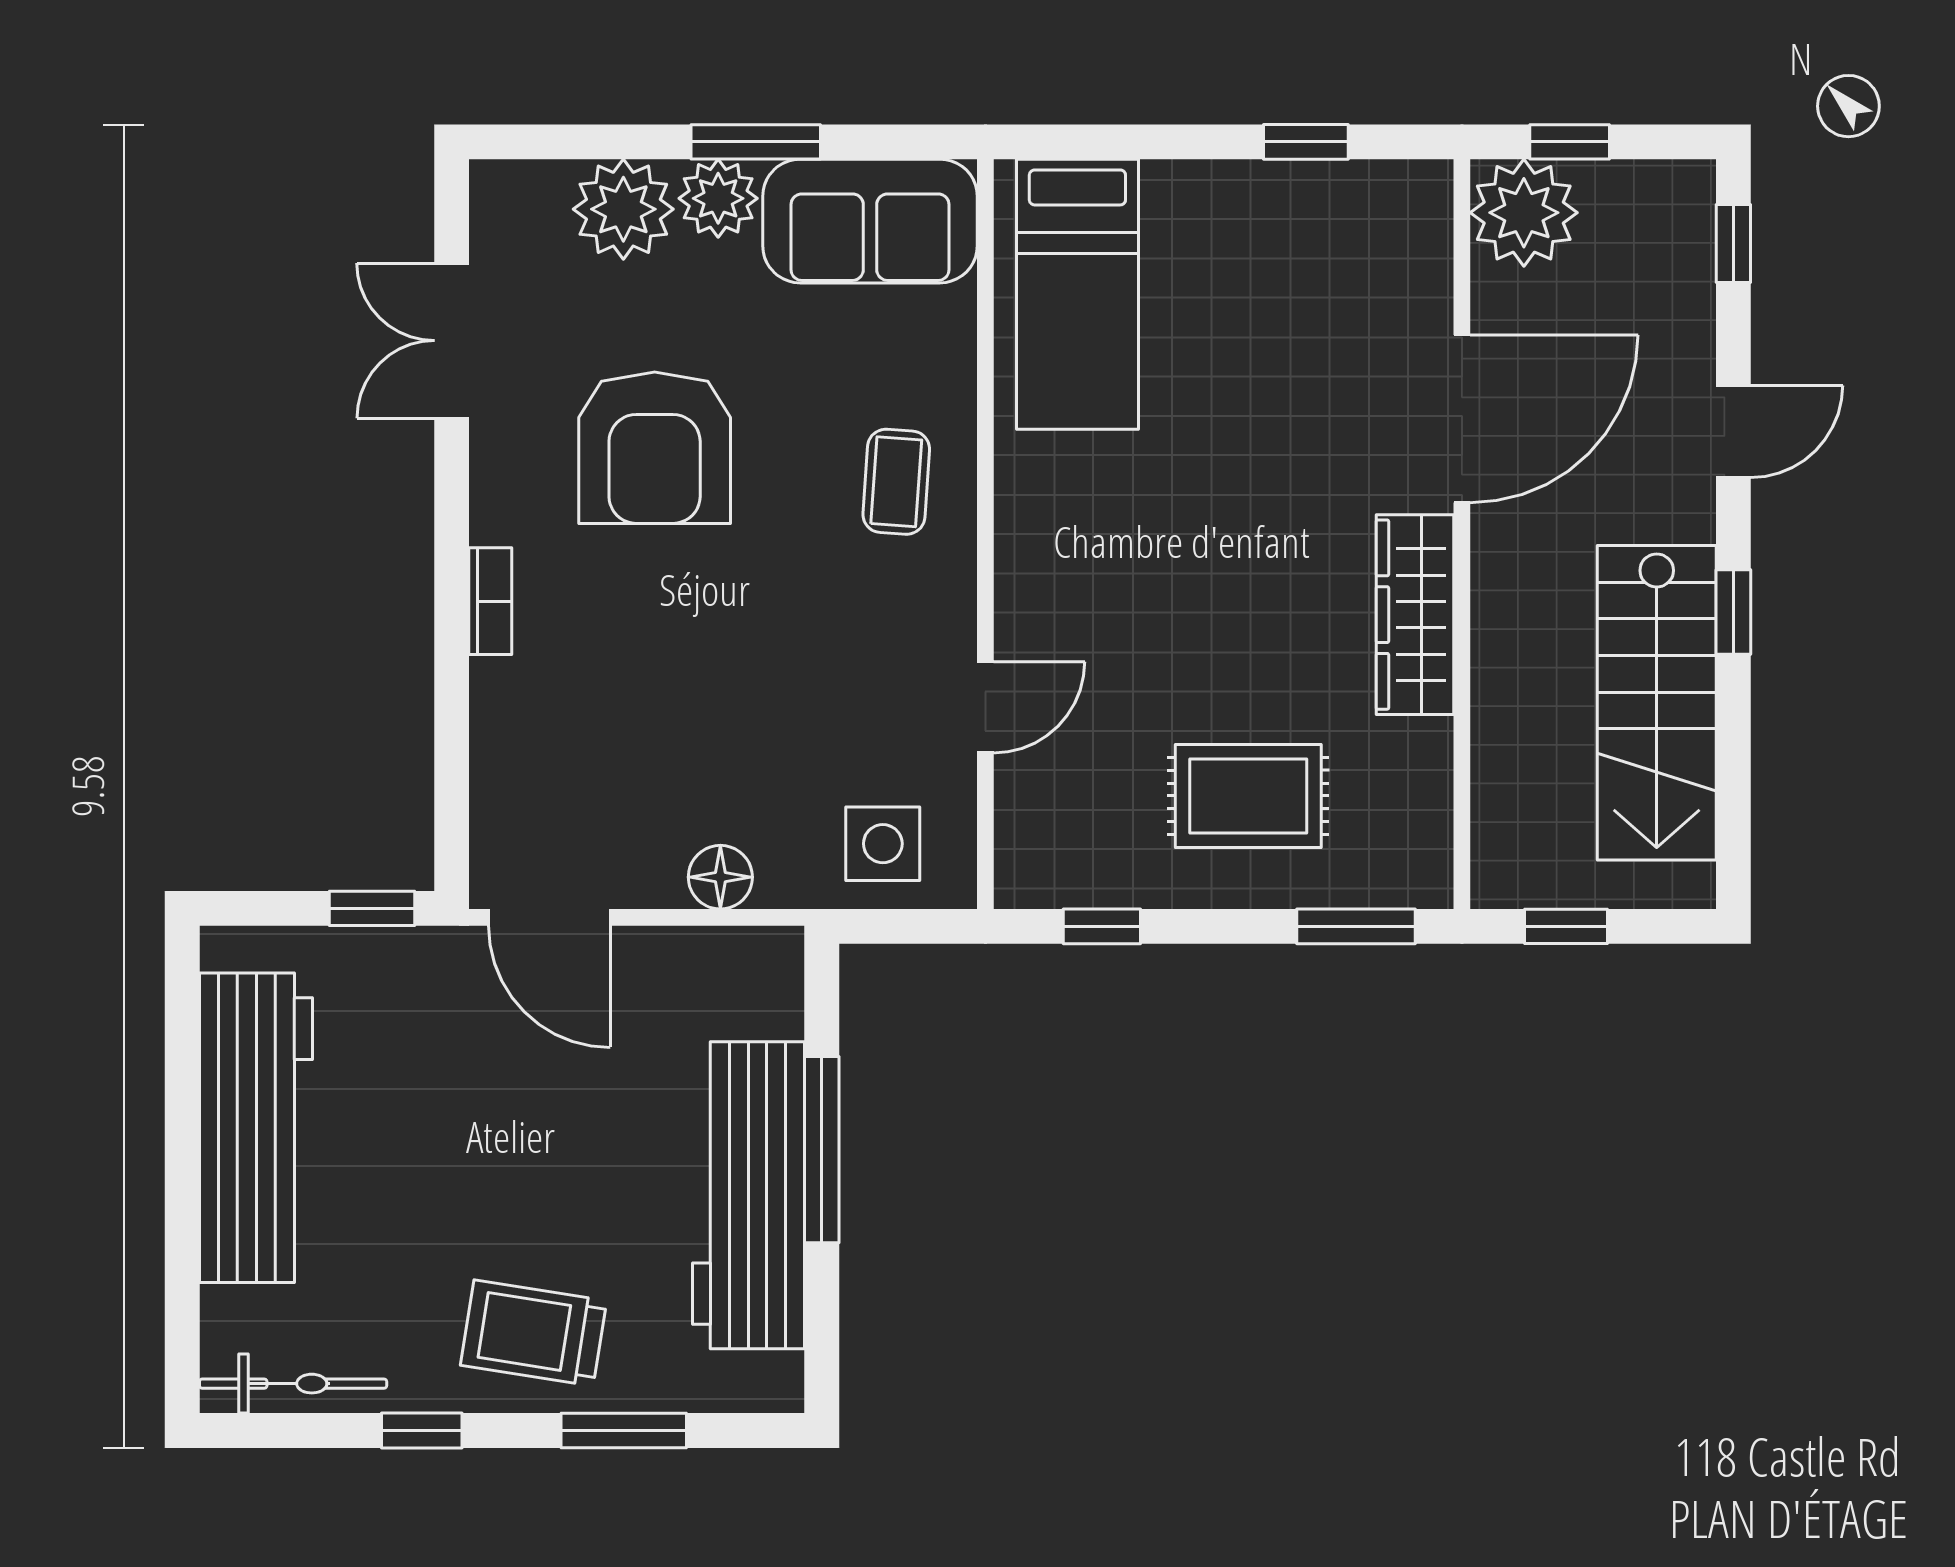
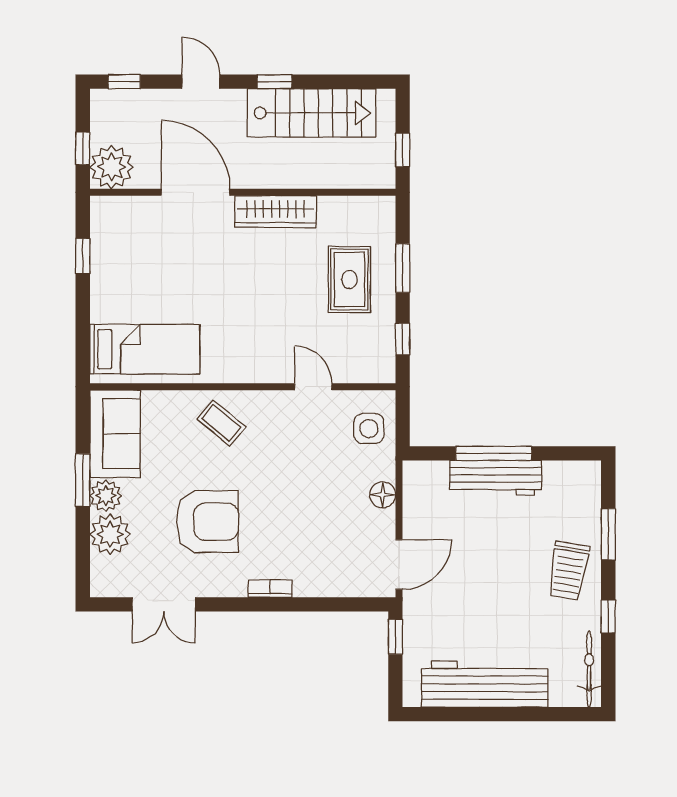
coffee table: (896, 482) -> (221, 423), turned 36
window: (1356, 926) -> (403, 268), moved
workbench: (749, 1195) -> (496, 478), width x0.73, depth x0.76

